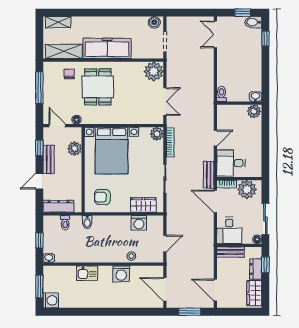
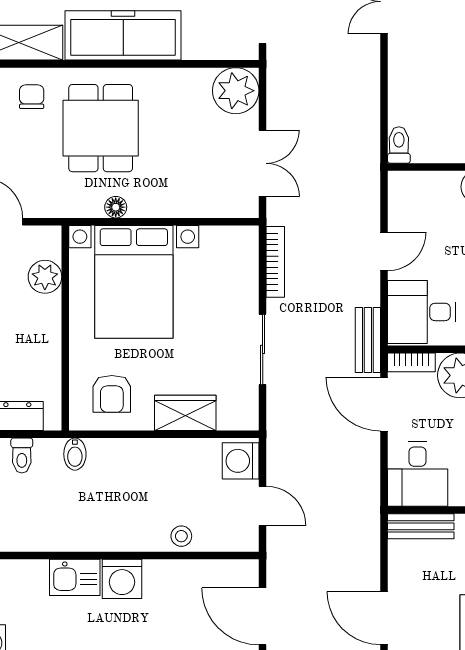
floor lamp: (77, 120) -> (116, 207), moved
plant: (157, 134) -> (243, 241), removed
armchair: (102, 197) -> (112, 394), turned -90
wardrobe: (143, 205) -> (185, 413), moved
washing machine: (139, 223) -> (241, 461), moved, turned 90
door: (165, 244) -> (263, 506), hinge flipped
washing machine: (121, 274) -> (122, 579), moved

